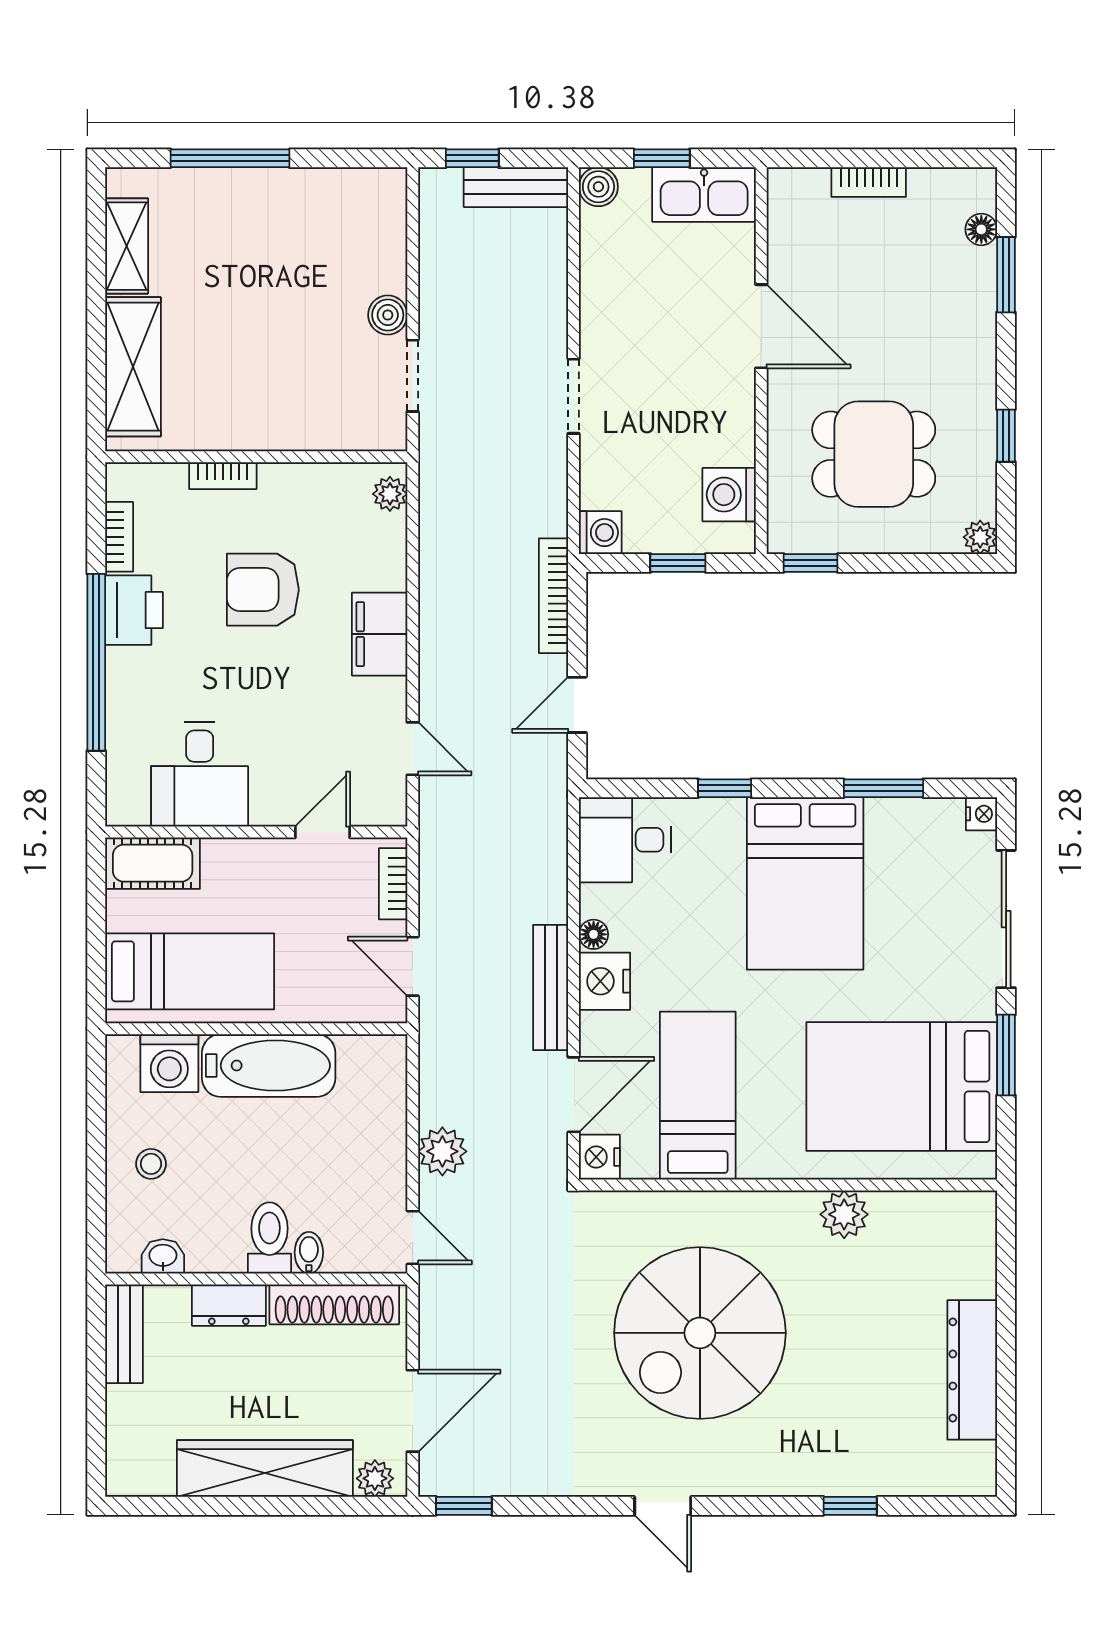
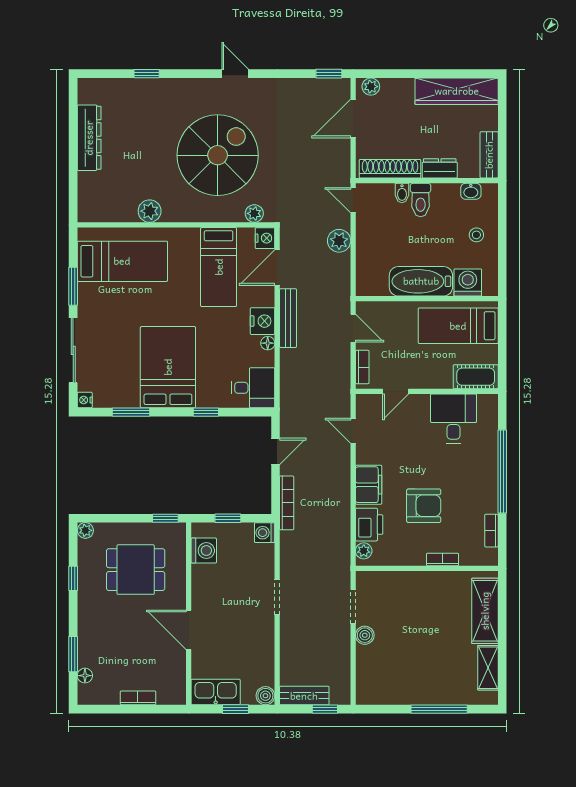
printer: (134, 610) -> (369, 525), moved, turned 180
bed: (902, 1087) -> (122, 261), width x0.67
plant: (622, 1209) -> (254, 213), added
wardrobe: (265, 1468) -> (457, 91), moved

